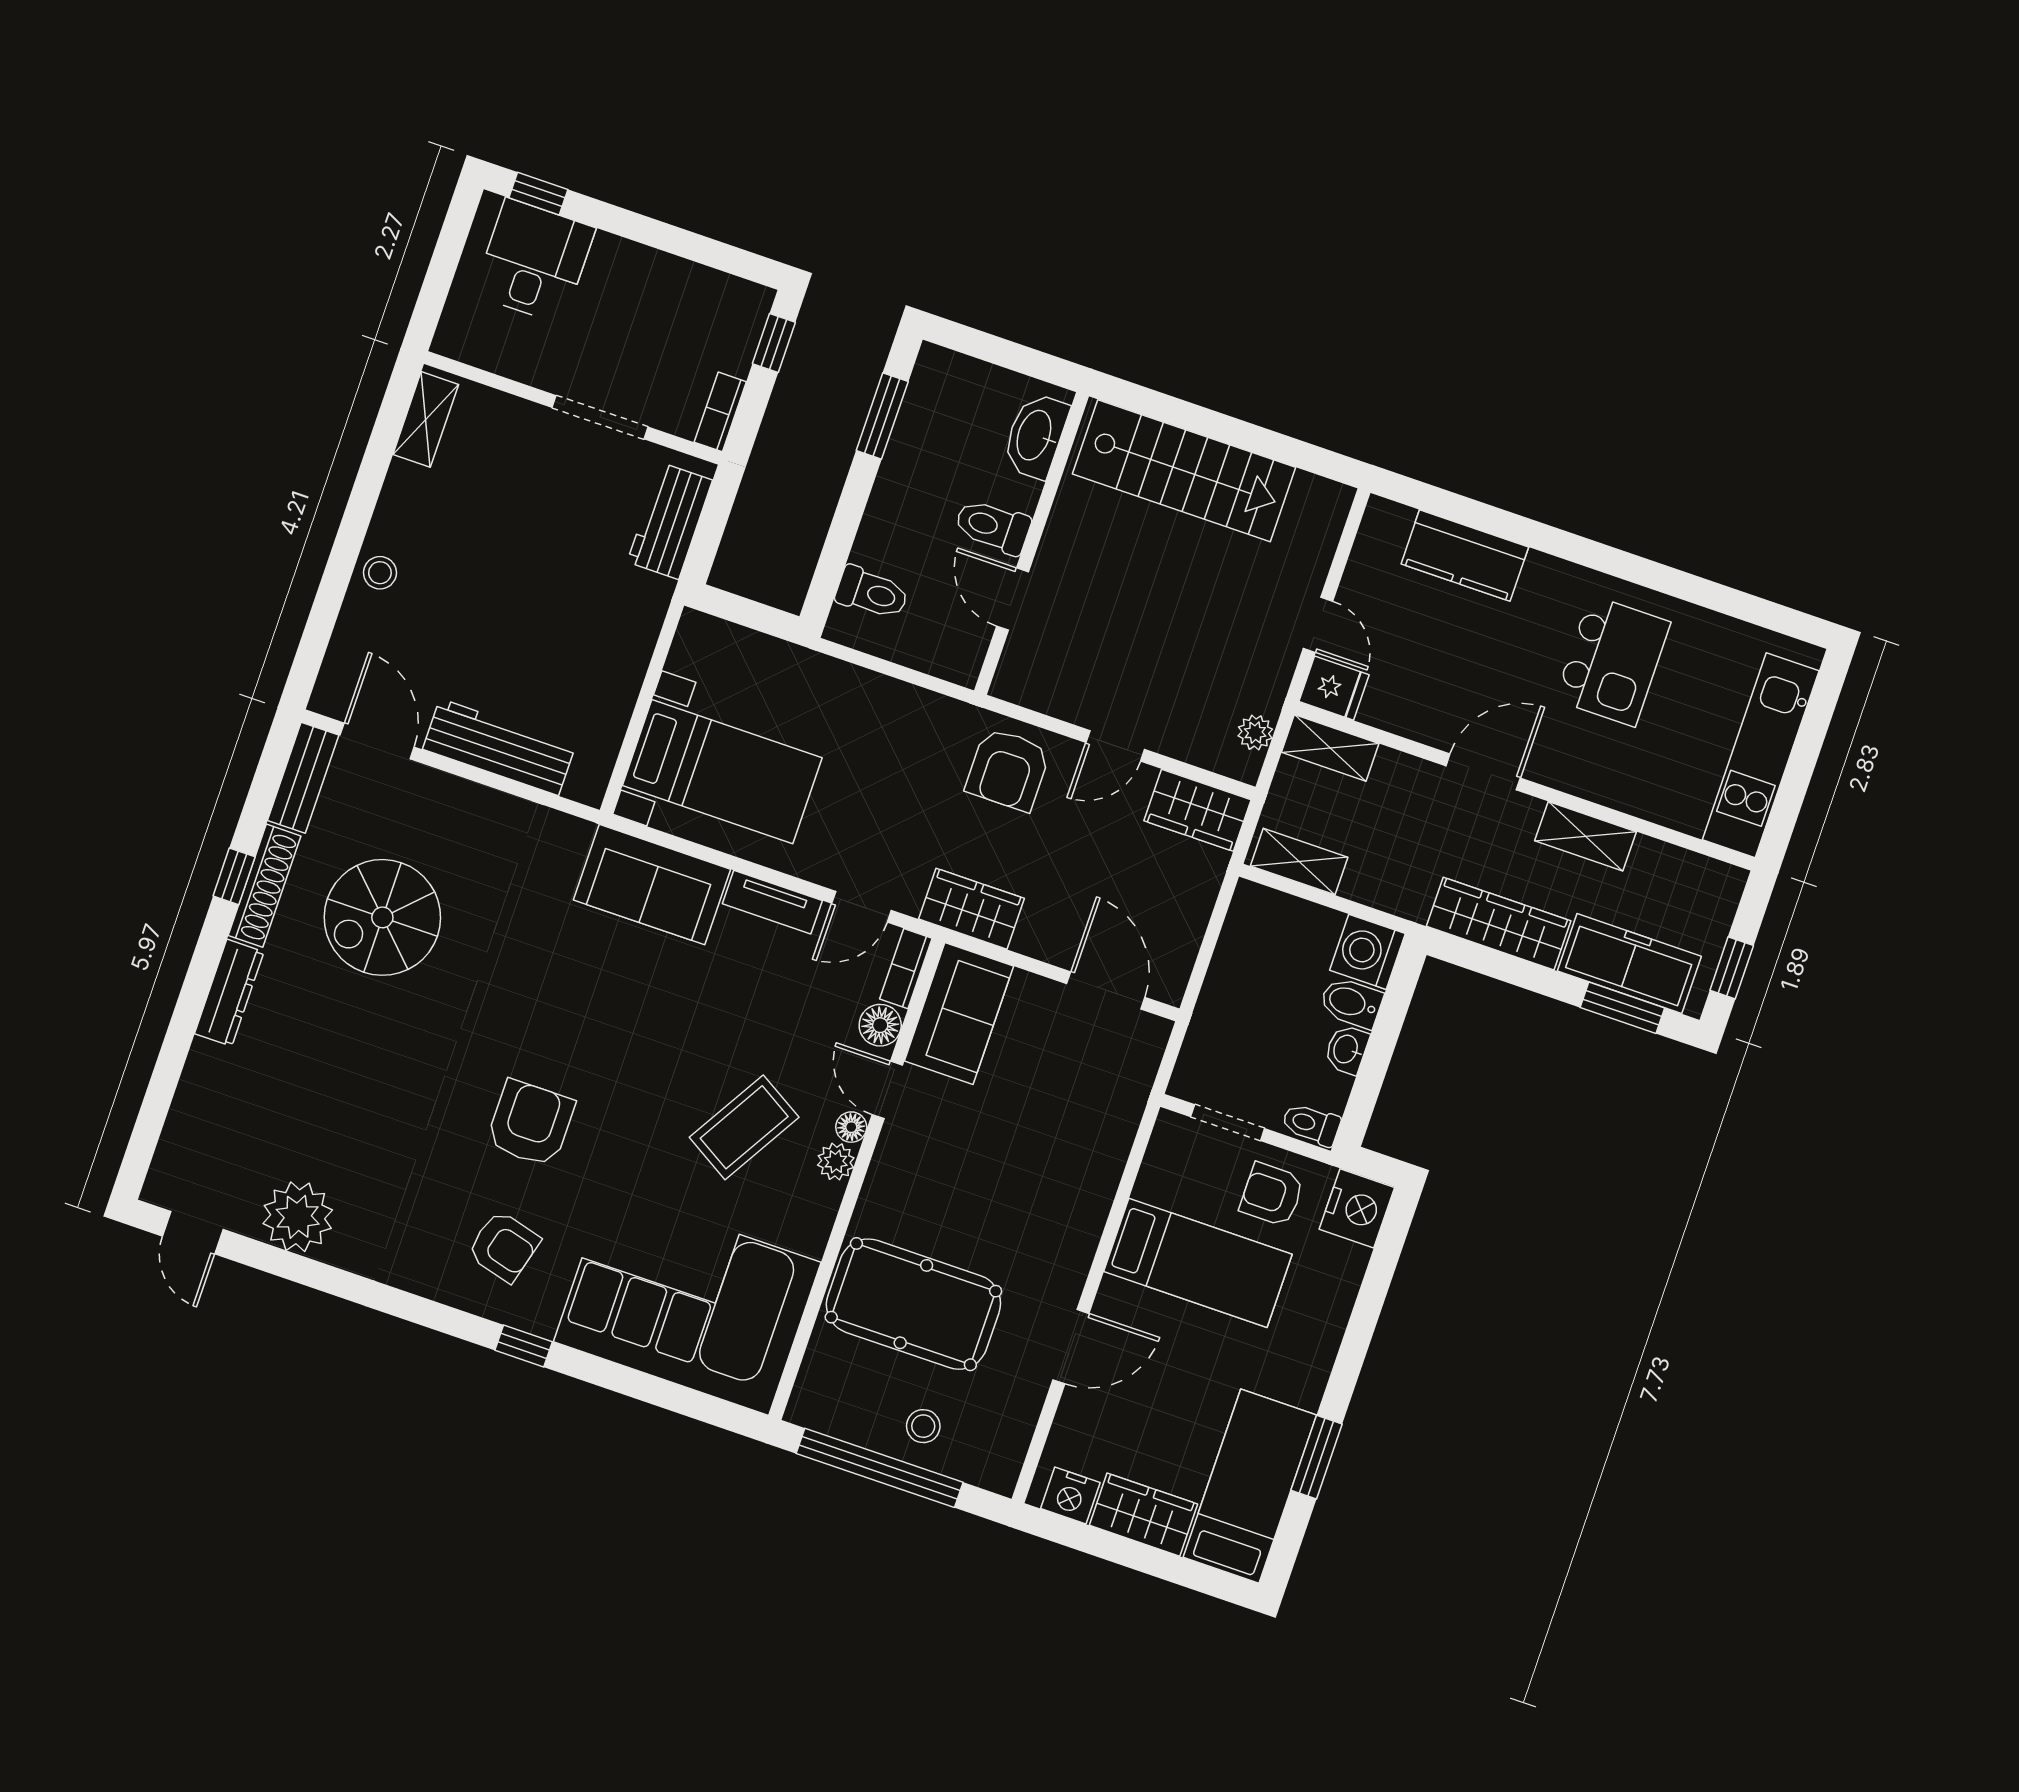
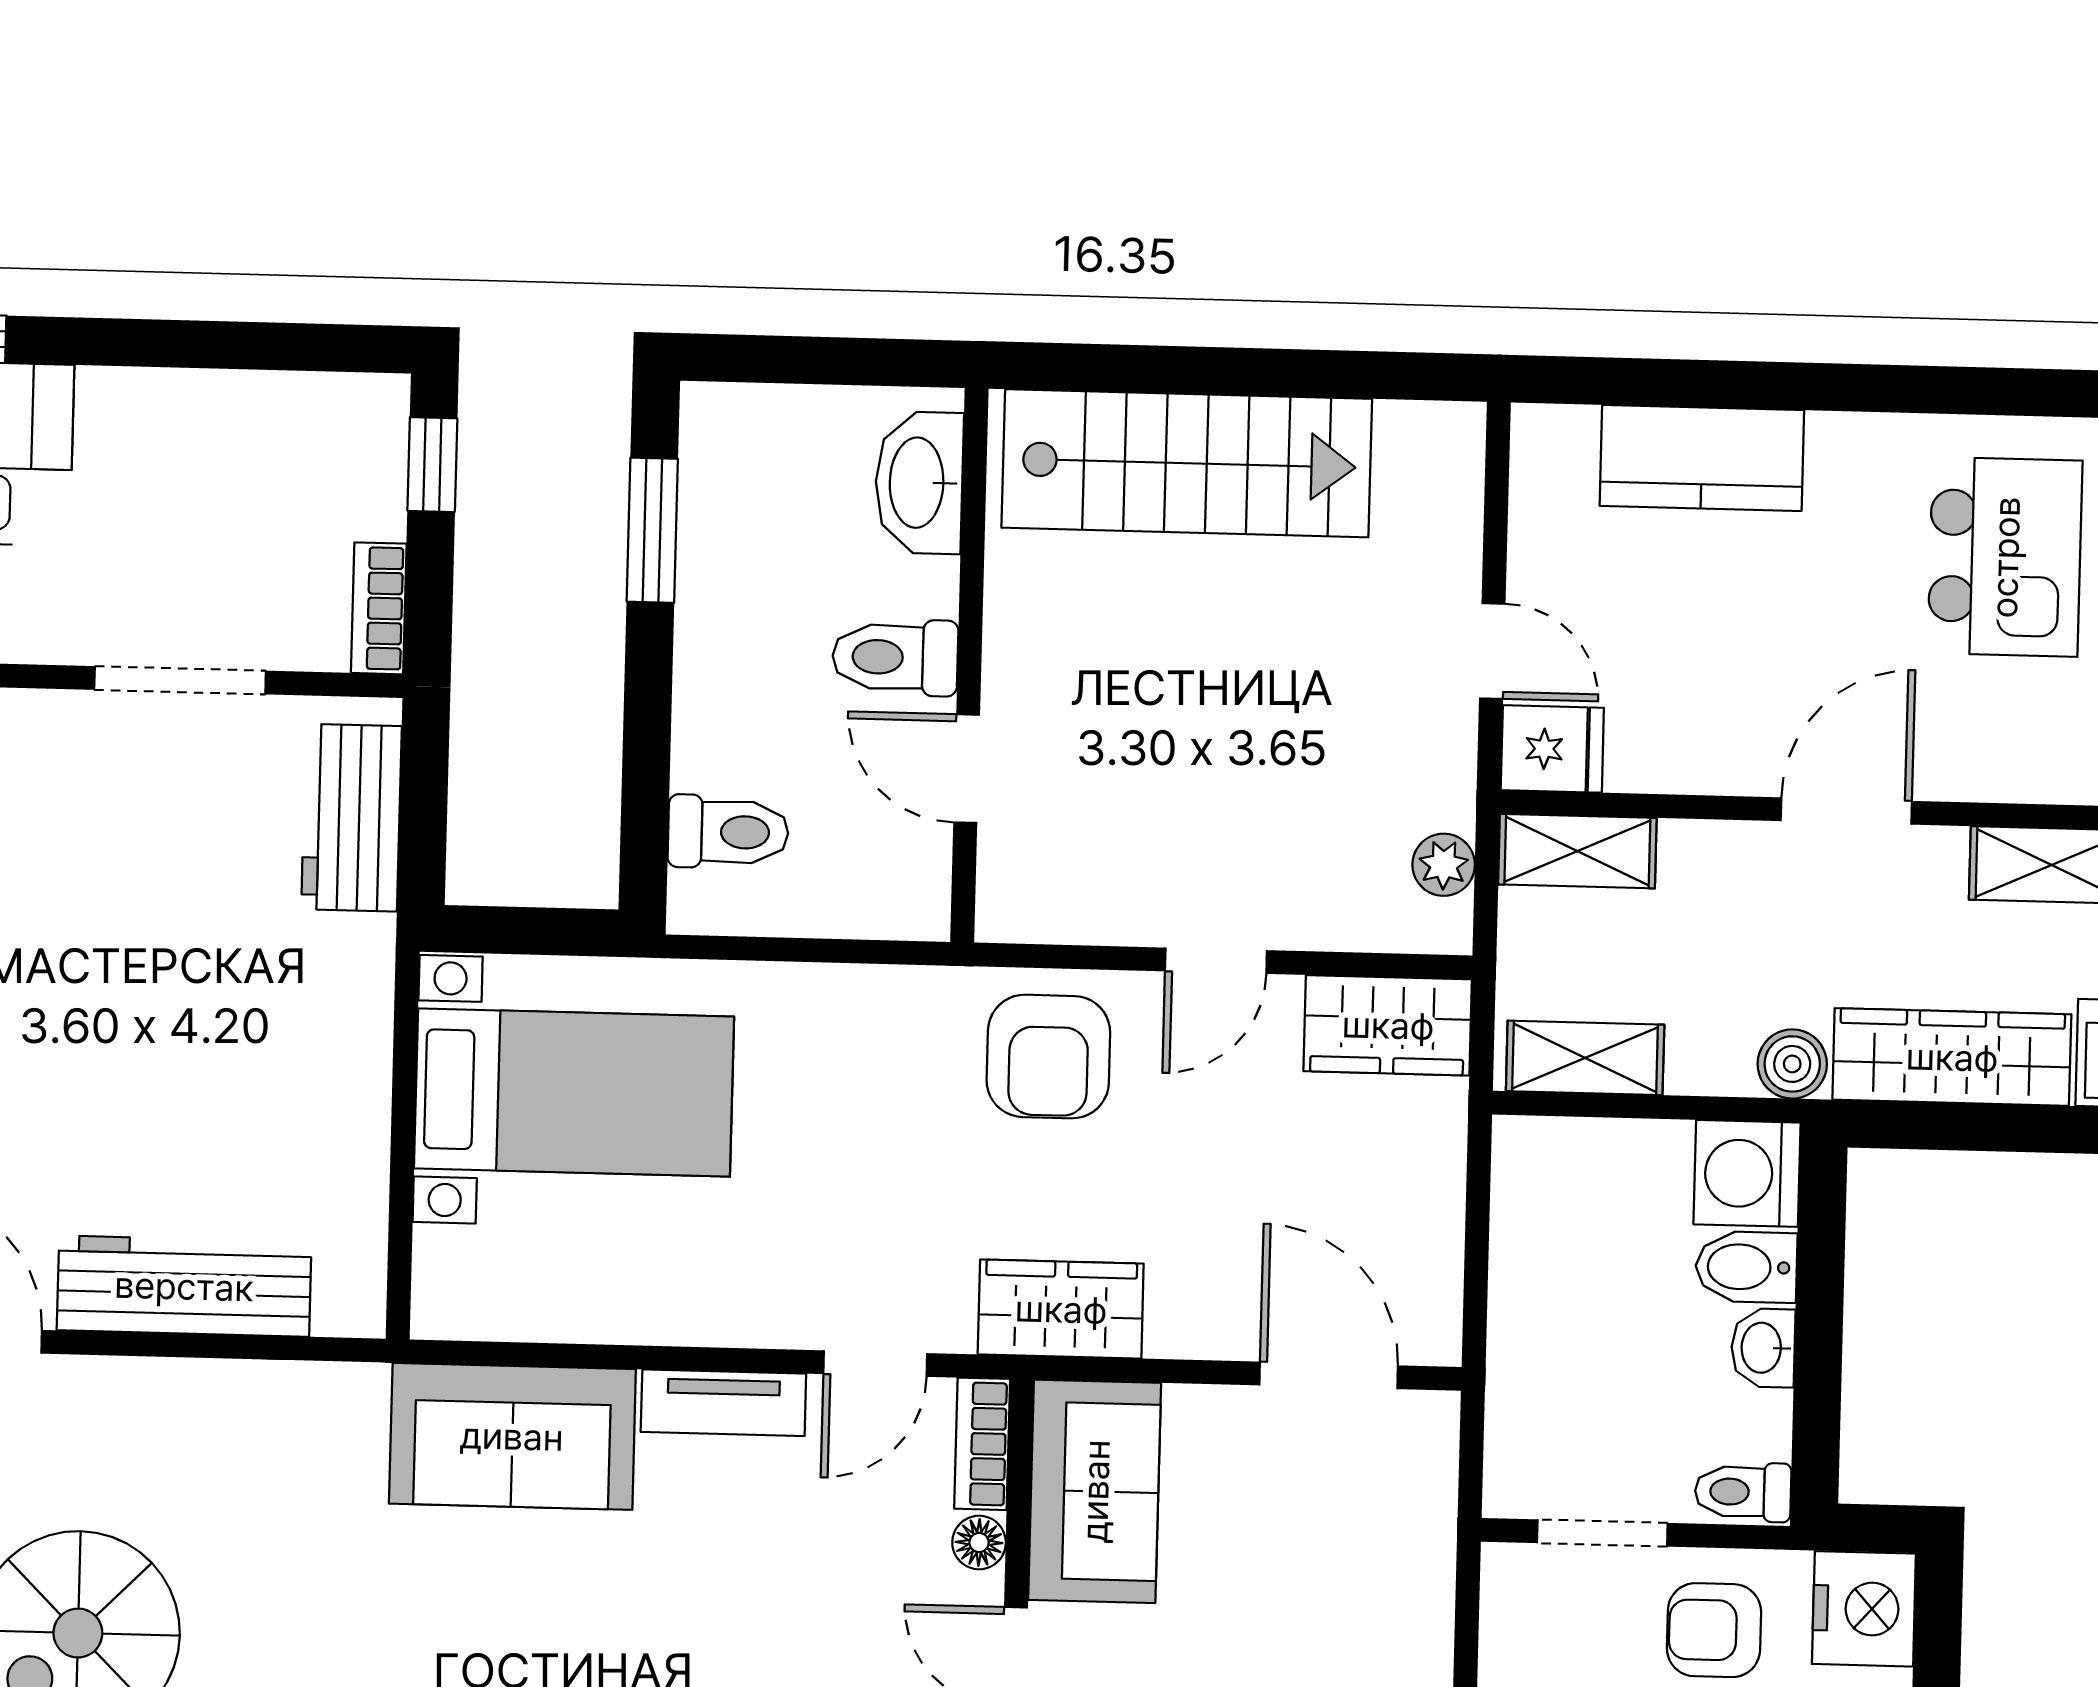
bed with nightstands: (722, 772) -> (574, 1092), moved
boiler: (1411, 900) -> (1792, 1064), added
floor lamp: (880, 1025) -> (979, 1542), width x0.73, depth x0.73

